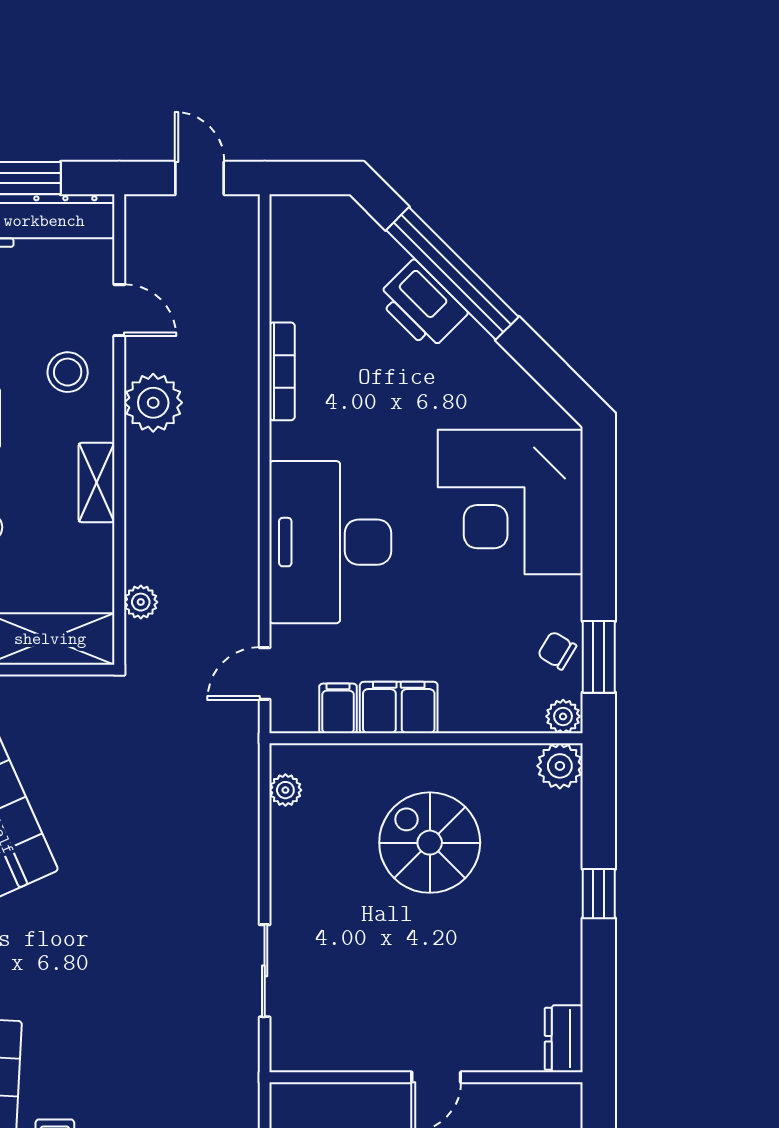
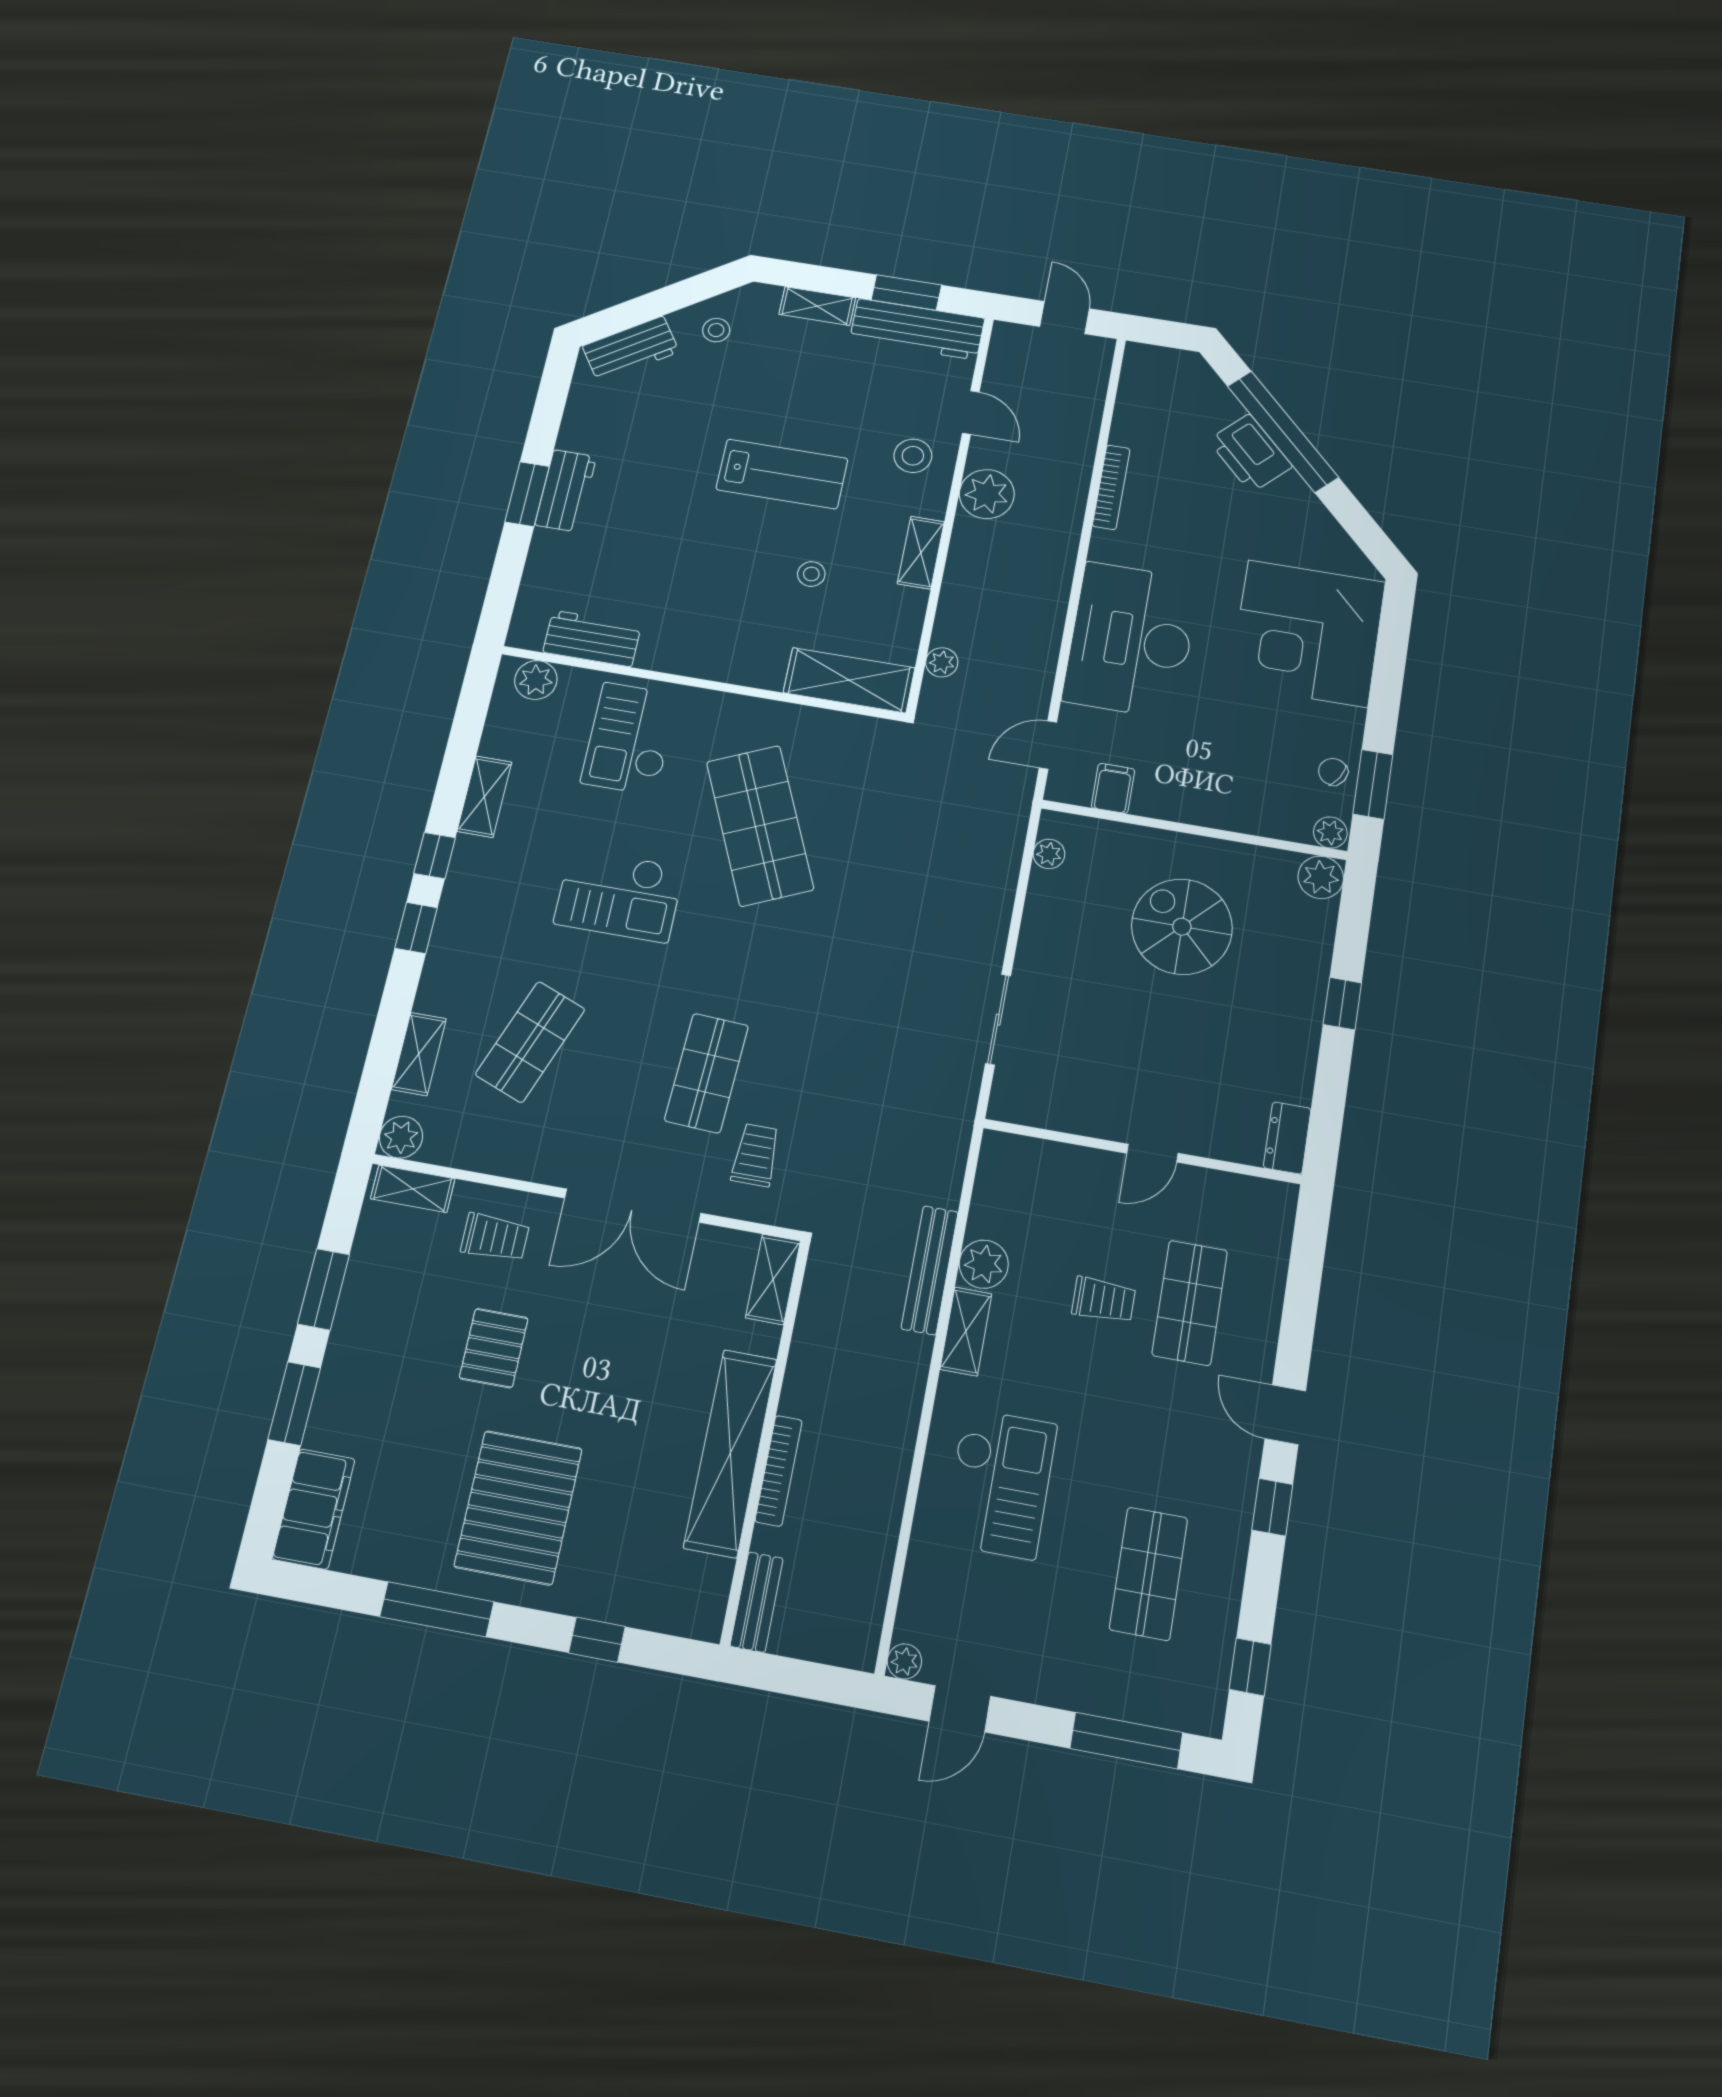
filing cabinet: (399, 708) -> (1172, 797), removed

